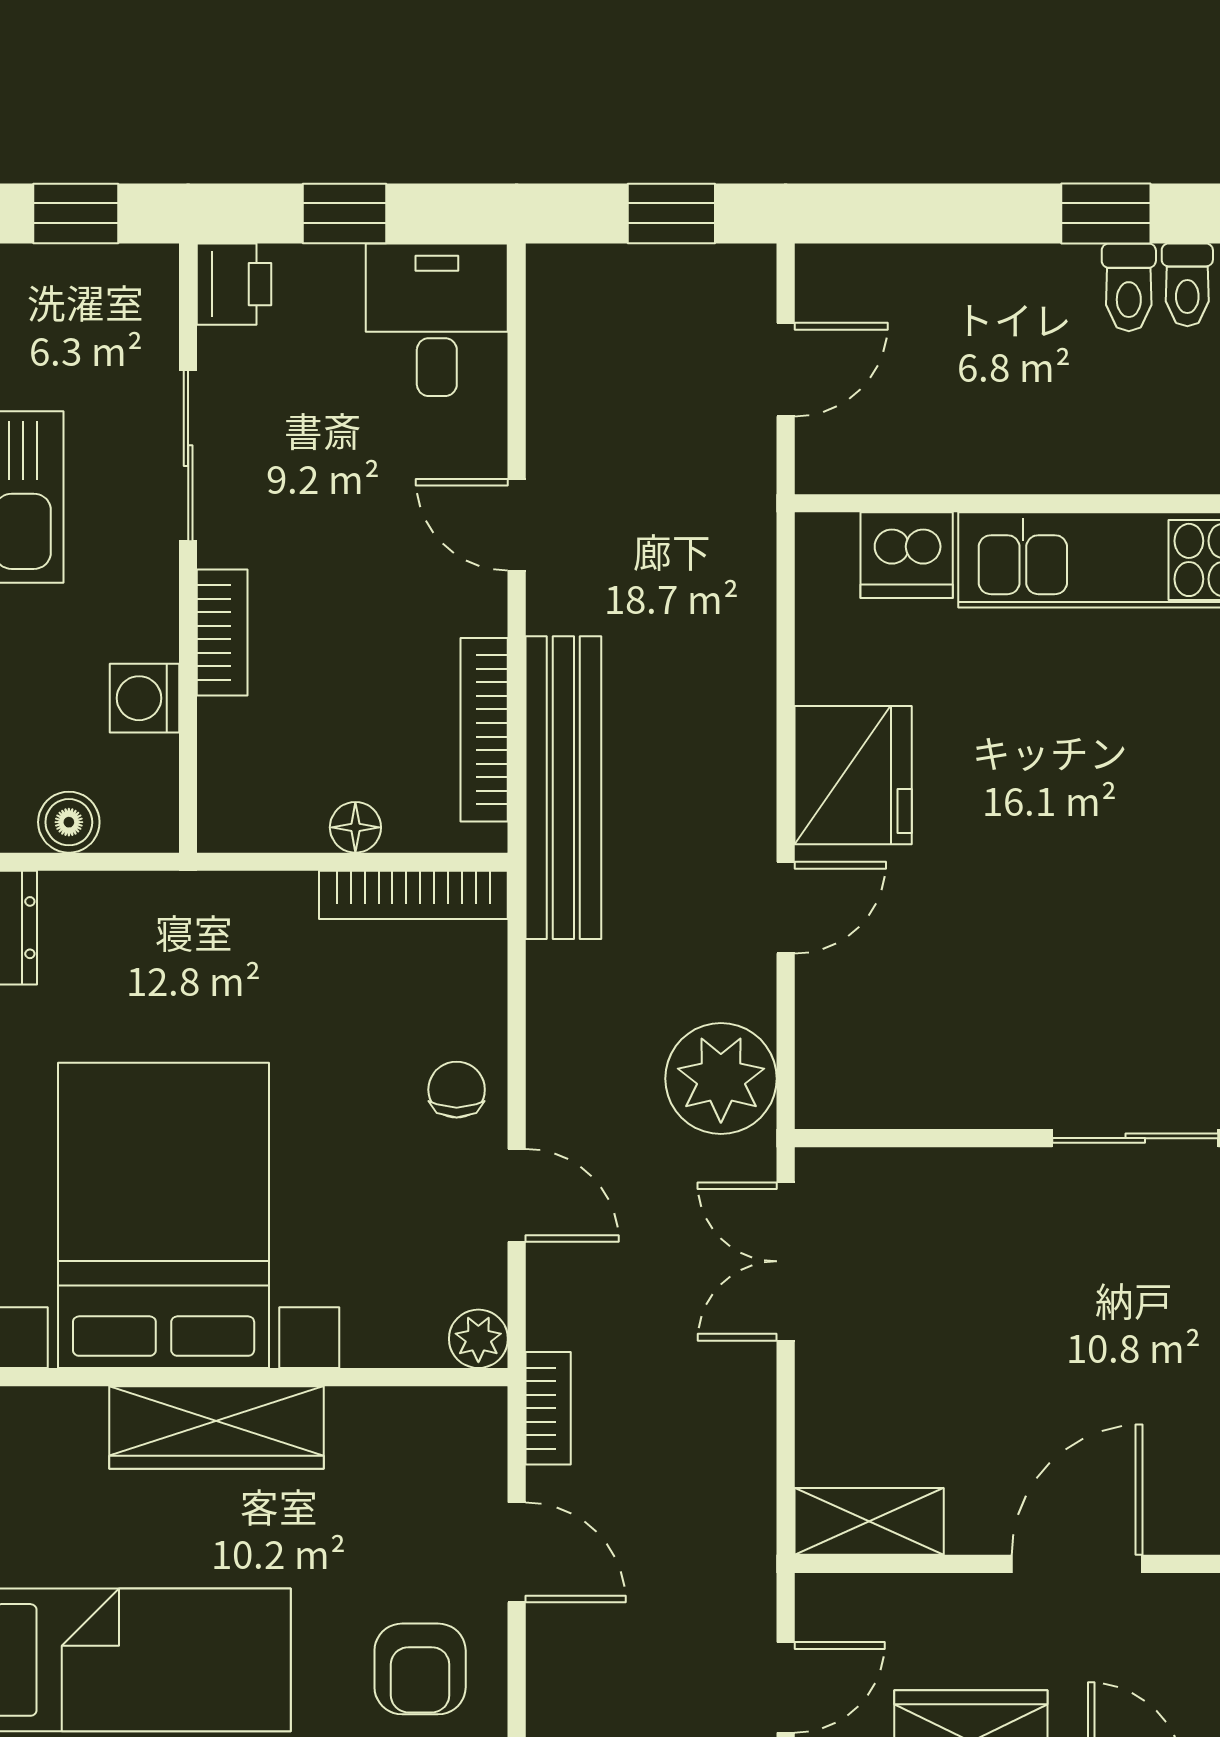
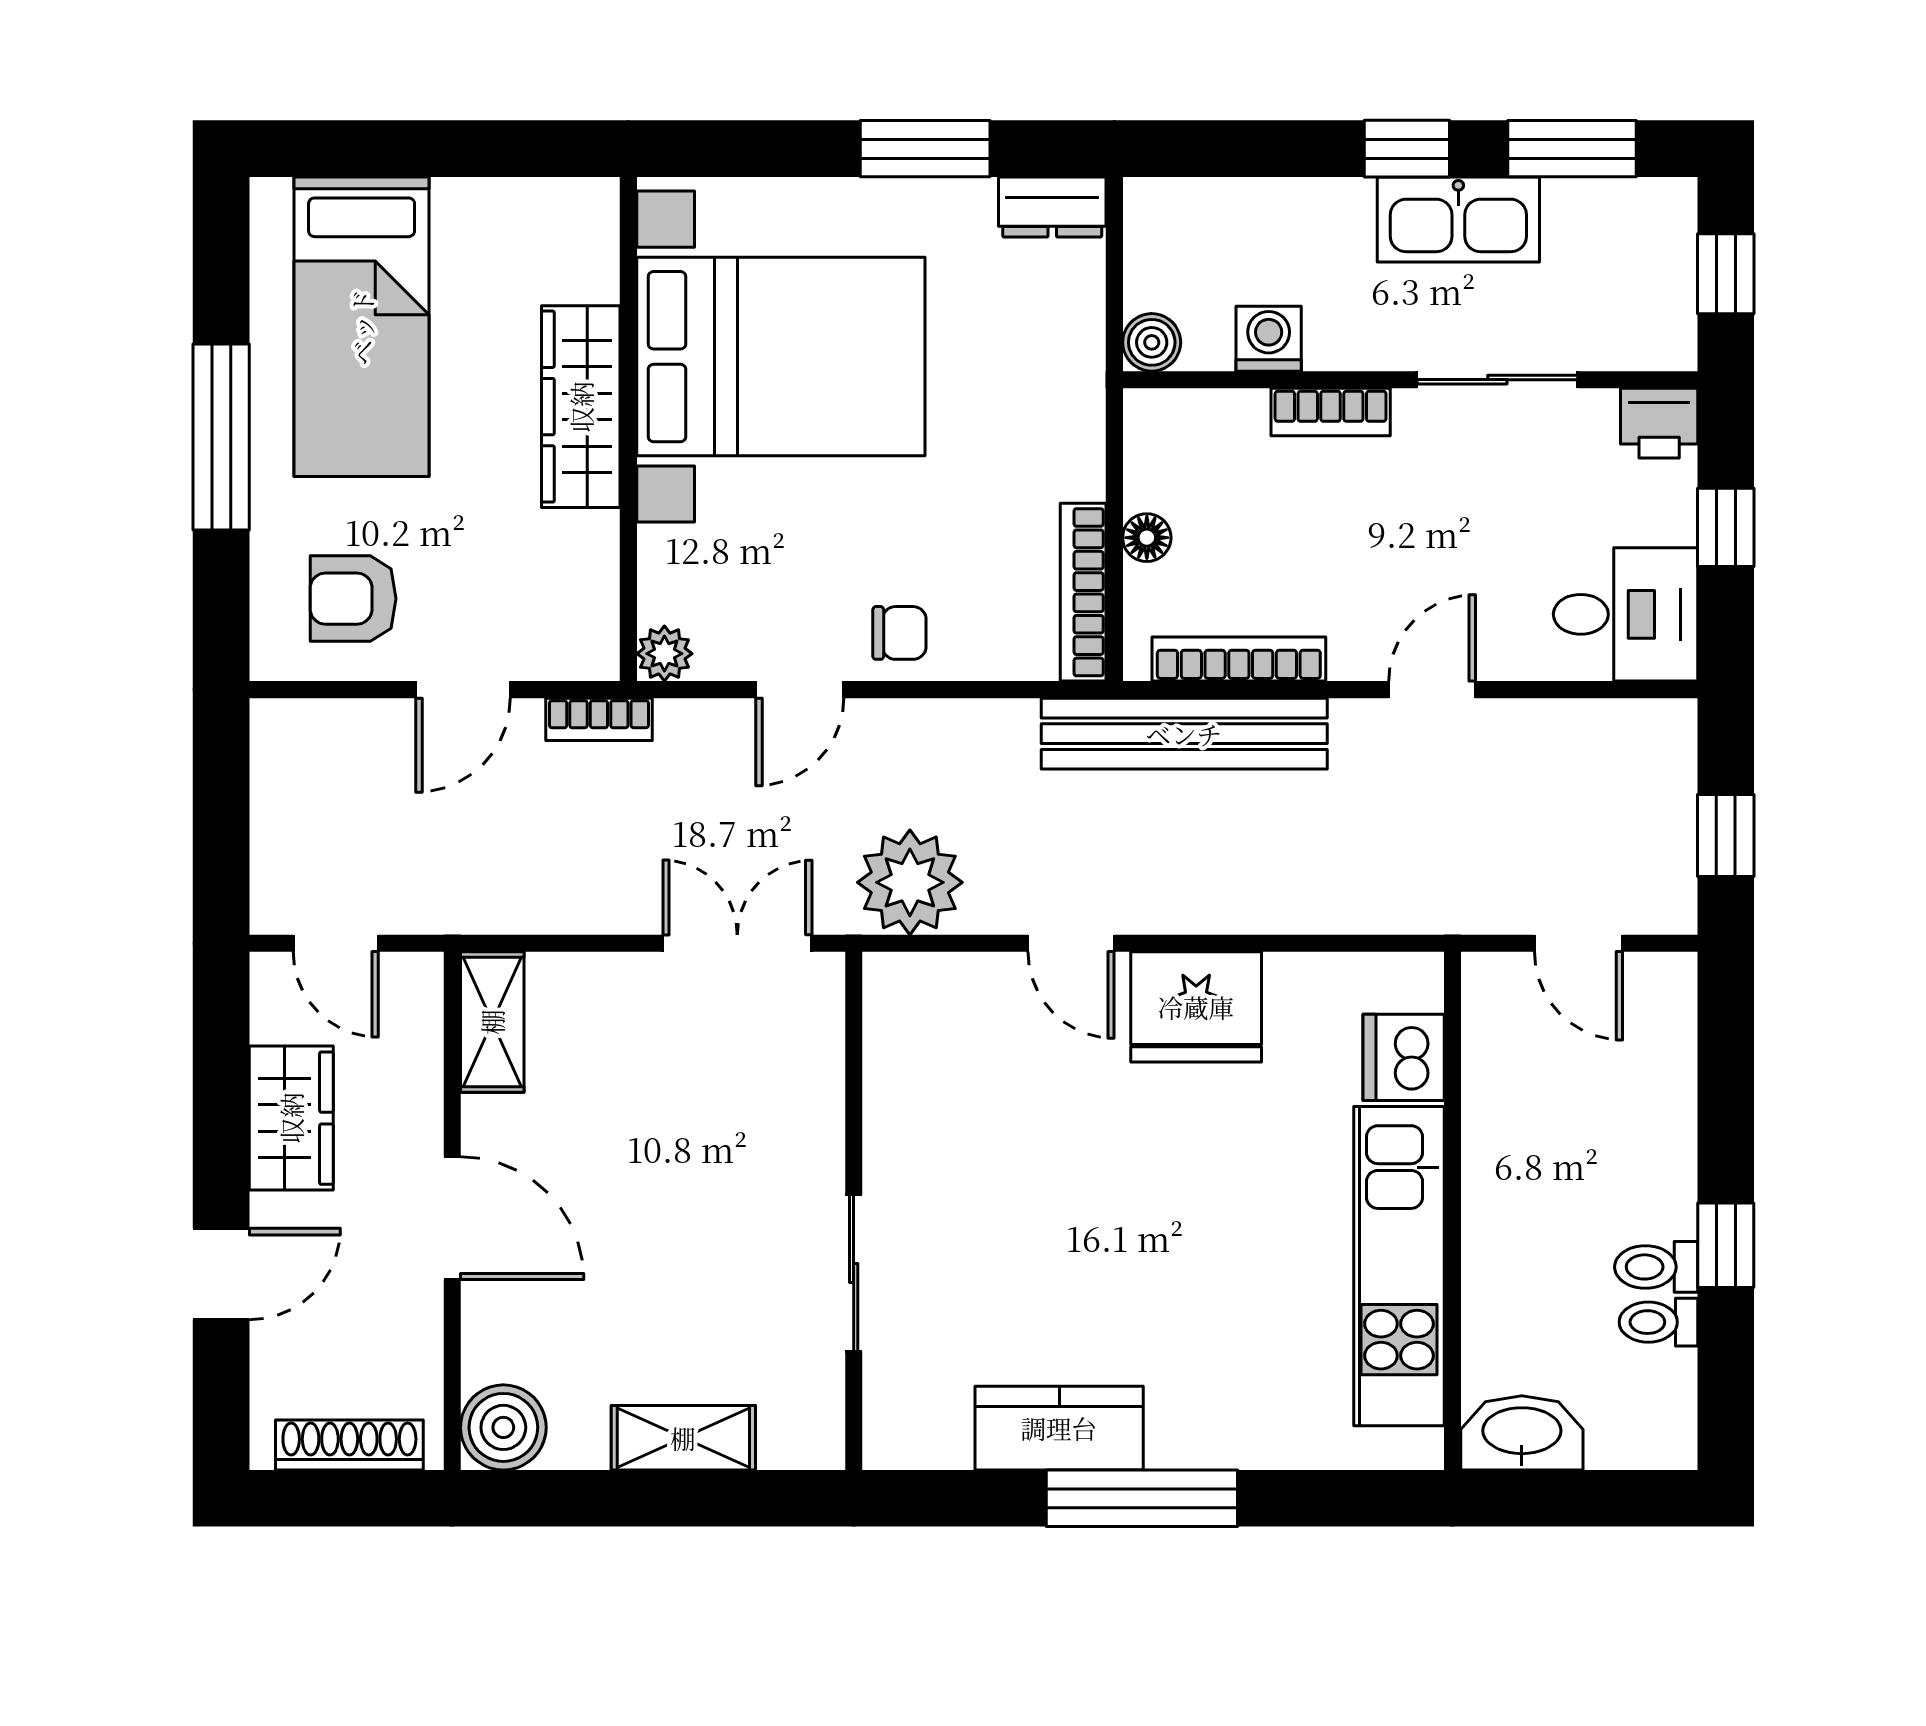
boiler: (69, 822) -> (1152, 342), moved

